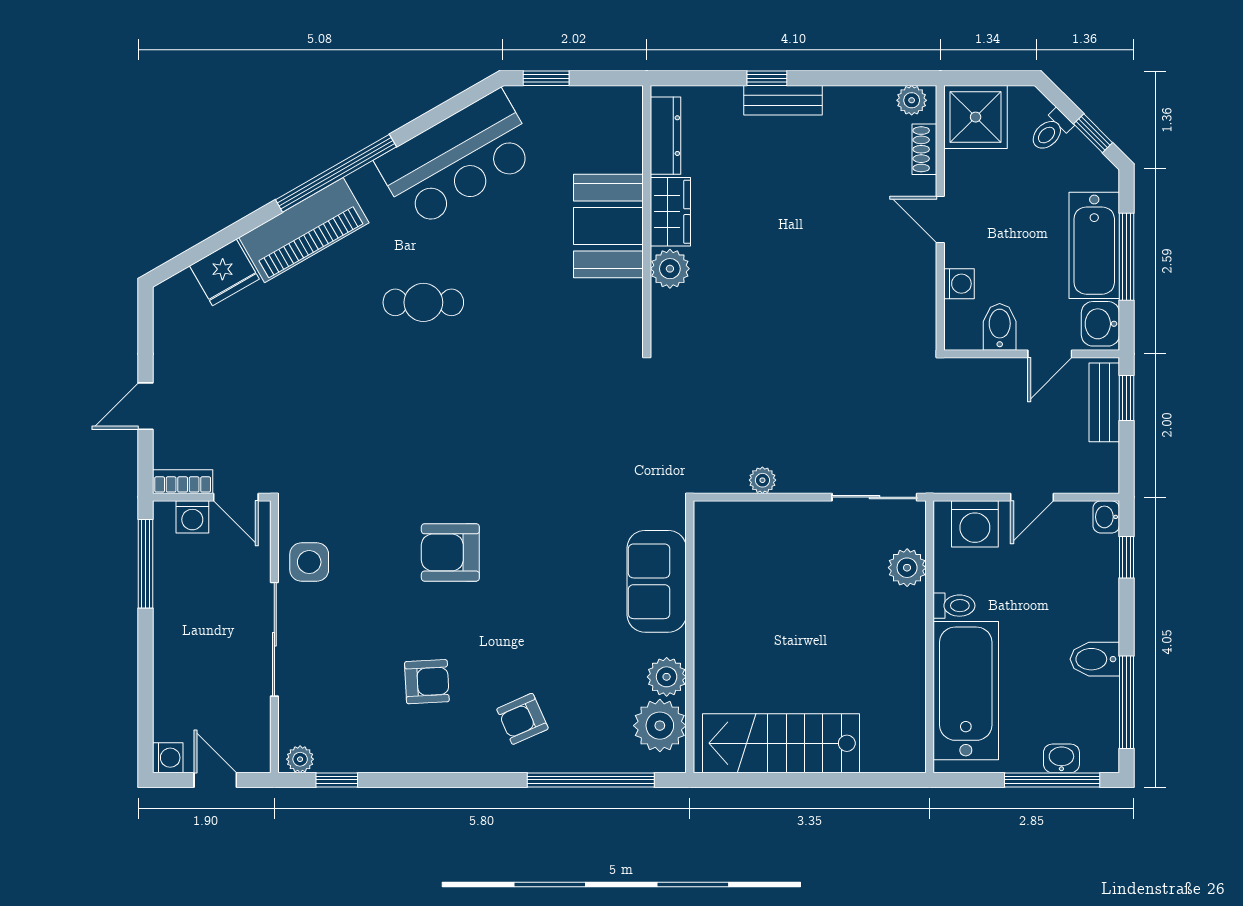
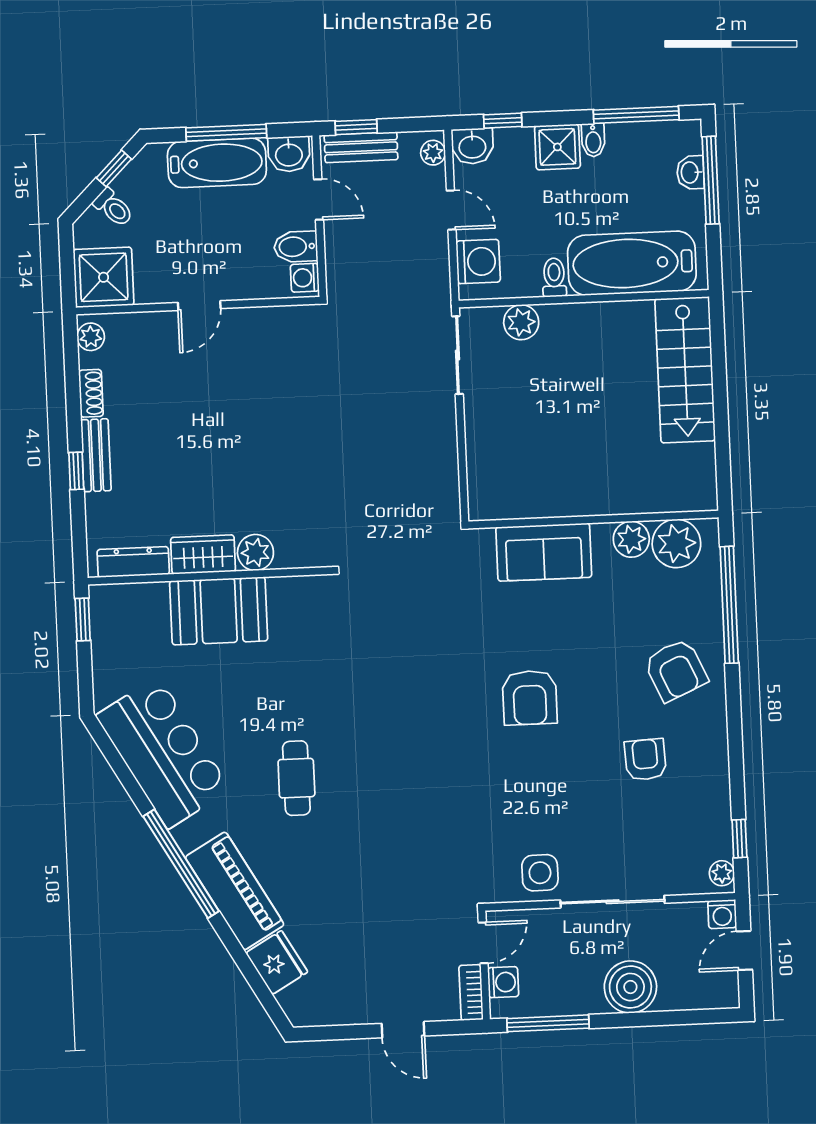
window: (546, 78) -> (83, 619), moved
shoe rack: (924, 149) -> (91, 393), moved, turned -90
washing machine: (959, 284) -> (305, 278), moved, turned -90
plant: (762, 480) -> (433, 153), moved
washbasin: (1106, 517) -> (472, 146), width x1.38, depth x1.45
armchair: (450, 552) -> (530, 698), moved
shower: (1095, 615) -> (557, 147), added
boiler: (181, 655) -> (630, 987), added
bidet: (1095, 659) -> (593, 140), width x0.72, depth x0.74
armchair: (522, 719) -> (676, 670), width x1.38, depth x1.38
stairs: (781, 743) -> (685, 370), moved
washing machine: (168, 758) -> (722, 914), moved, turned 180

